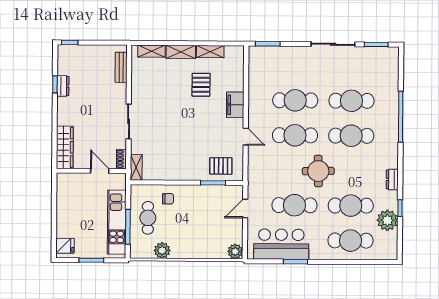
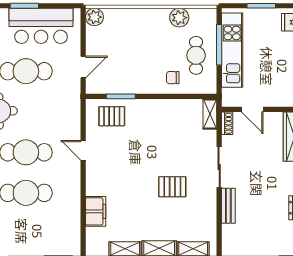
bench: (121, 67) -> (228, 206), moved
pallet: (201, 85) -> (172, 187), moved, turned 90
filing cabinet: (235, 105) -> (96, 211), moved

